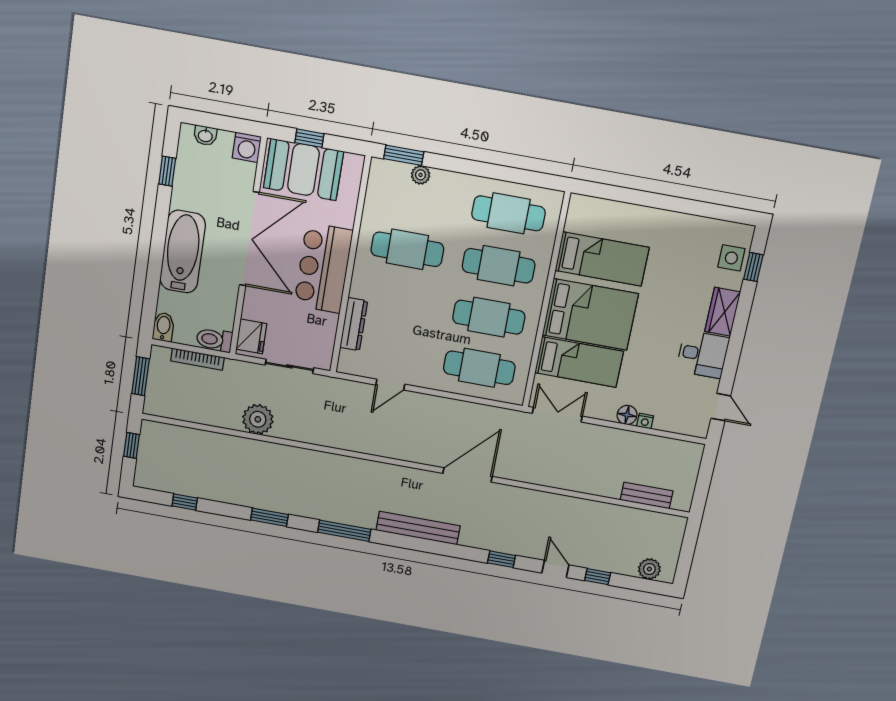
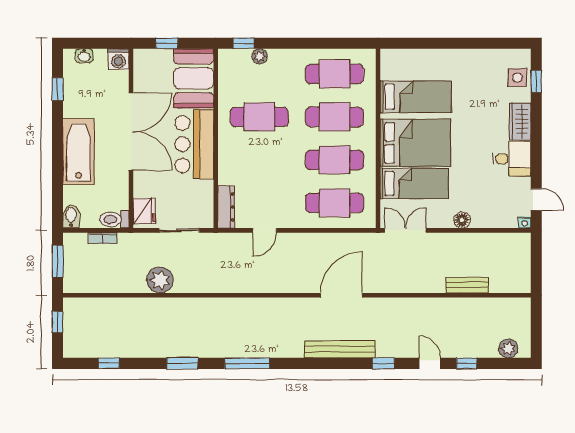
window: (404, 155) -> (244, 43), width x0.67
booth: (303, 170) -> (194, 78), moved, turned 90
dresser: (354, 324) -> (226, 207), moved
bookcase: (197, 359) -> (103, 238), width x0.64
nightstand: (645, 421) -> (525, 222), moved
bench: (647, 495) -> (467, 285), moved
bench: (418, 528) -> (340, 349), moved

